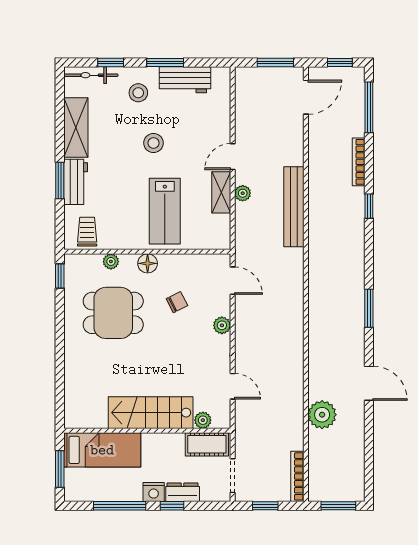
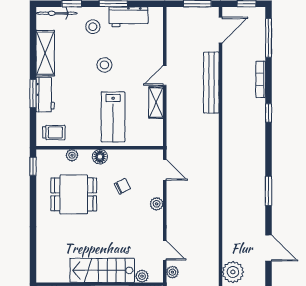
plant: (243, 193) -> (172, 272), moved
bench: (294, 207) -> (211, 83), moved
trolley: (87, 232) -> (54, 133), turned 90

